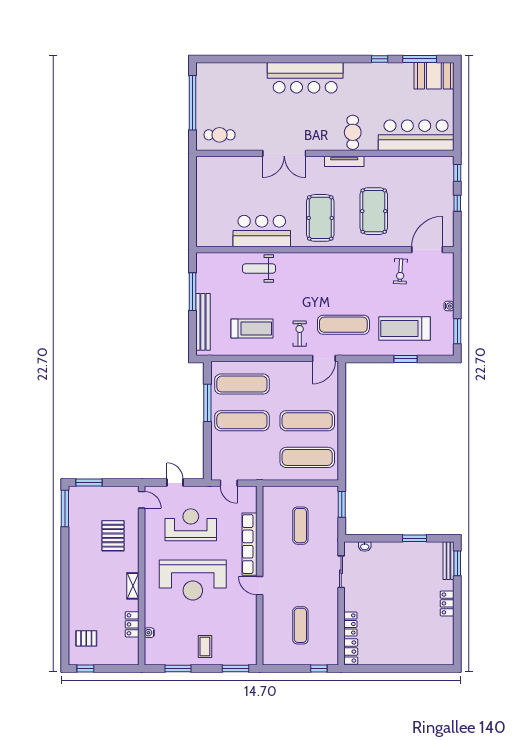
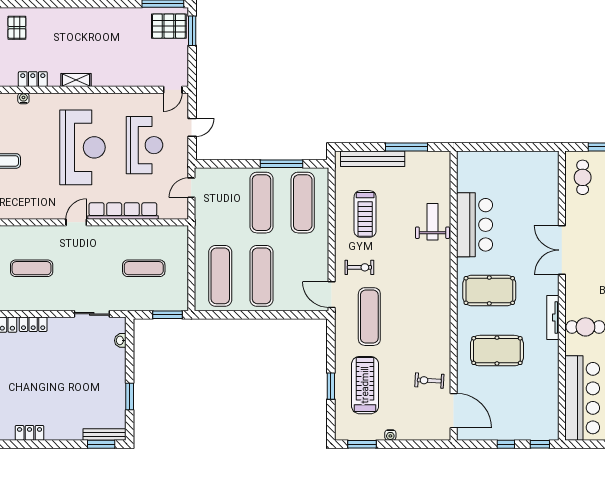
pallet: (113, 536) -> (169, 26), moved
reception desk: (193, 580) -> (83, 147), turned 180
locker: (447, 603) -> (30, 433), moved

